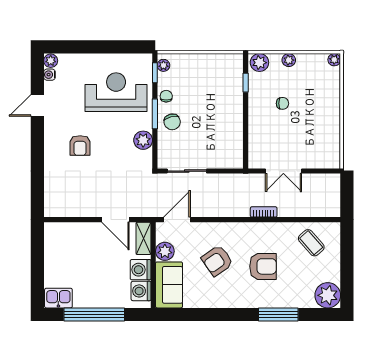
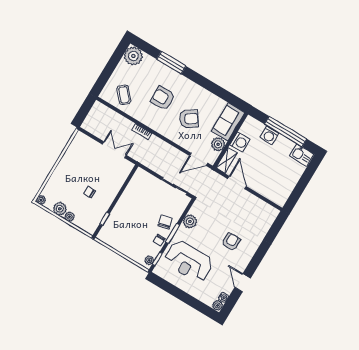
plant: (259, 63) -> (60, 209), moved
door: (37, 105) -> (243, 283), swing flipped
washing machine: (141, 291) -> (269, 135), moved, turned 90

